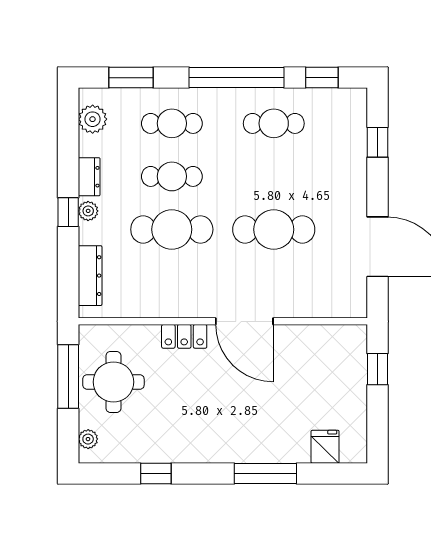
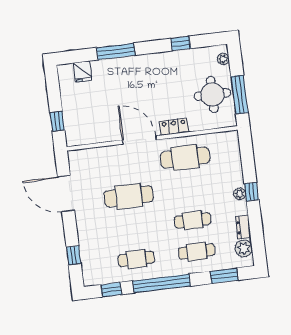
dresser: (89, 177) -> (243, 227), moved
cafe table: (172, 229) -> (185, 158), moved
dresser: (90, 276) -> (234, 156), removed

